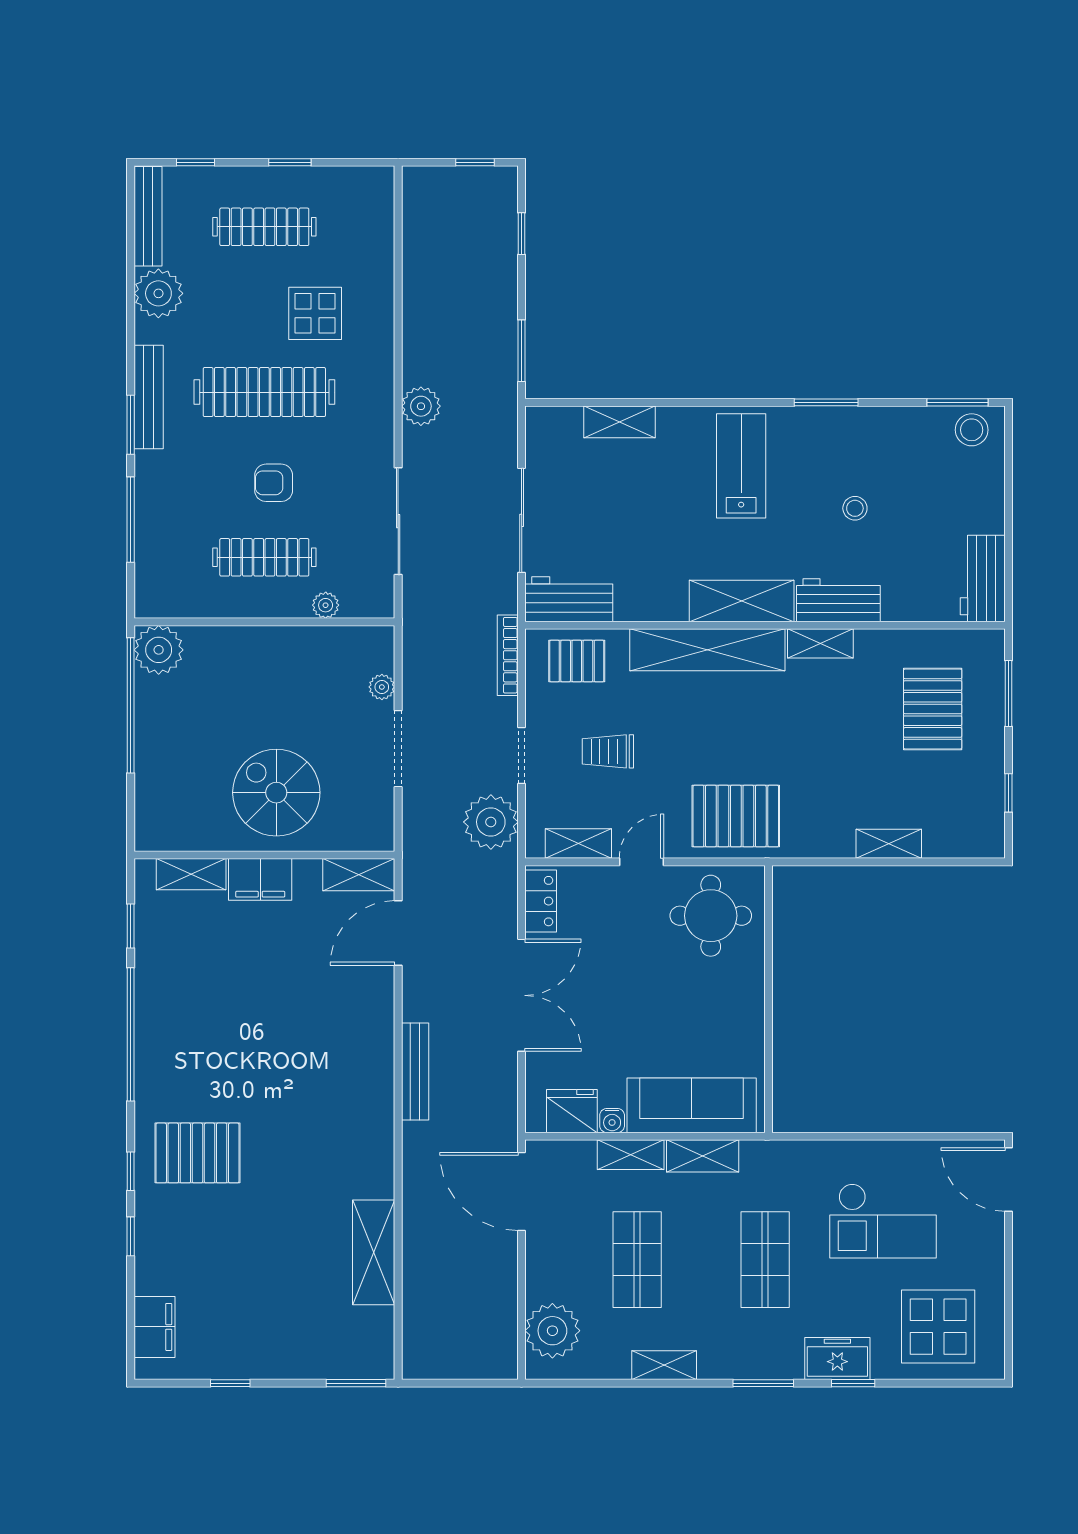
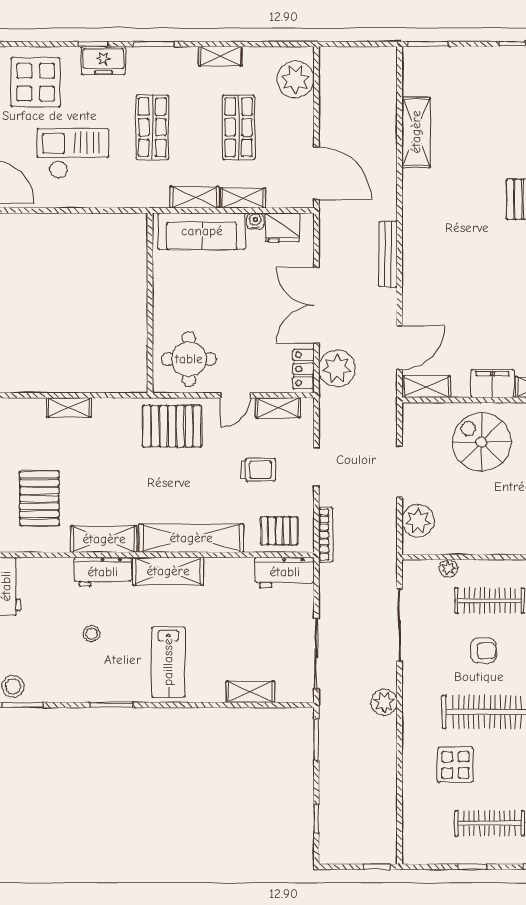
window: (475, 162) -> (377, 867), moved
sliding door: (522, 520) -> (316, 654), moved
shelving: (820, 643) -> (104, 539), width x1.50, depth x1.33
plant: (382, 687) -> (418, 521), width x1.88, depth x1.88
spiral stairs: (276, 793) -> (482, 442), turned 180
plant: (491, 822) -> (337, 368), moved

